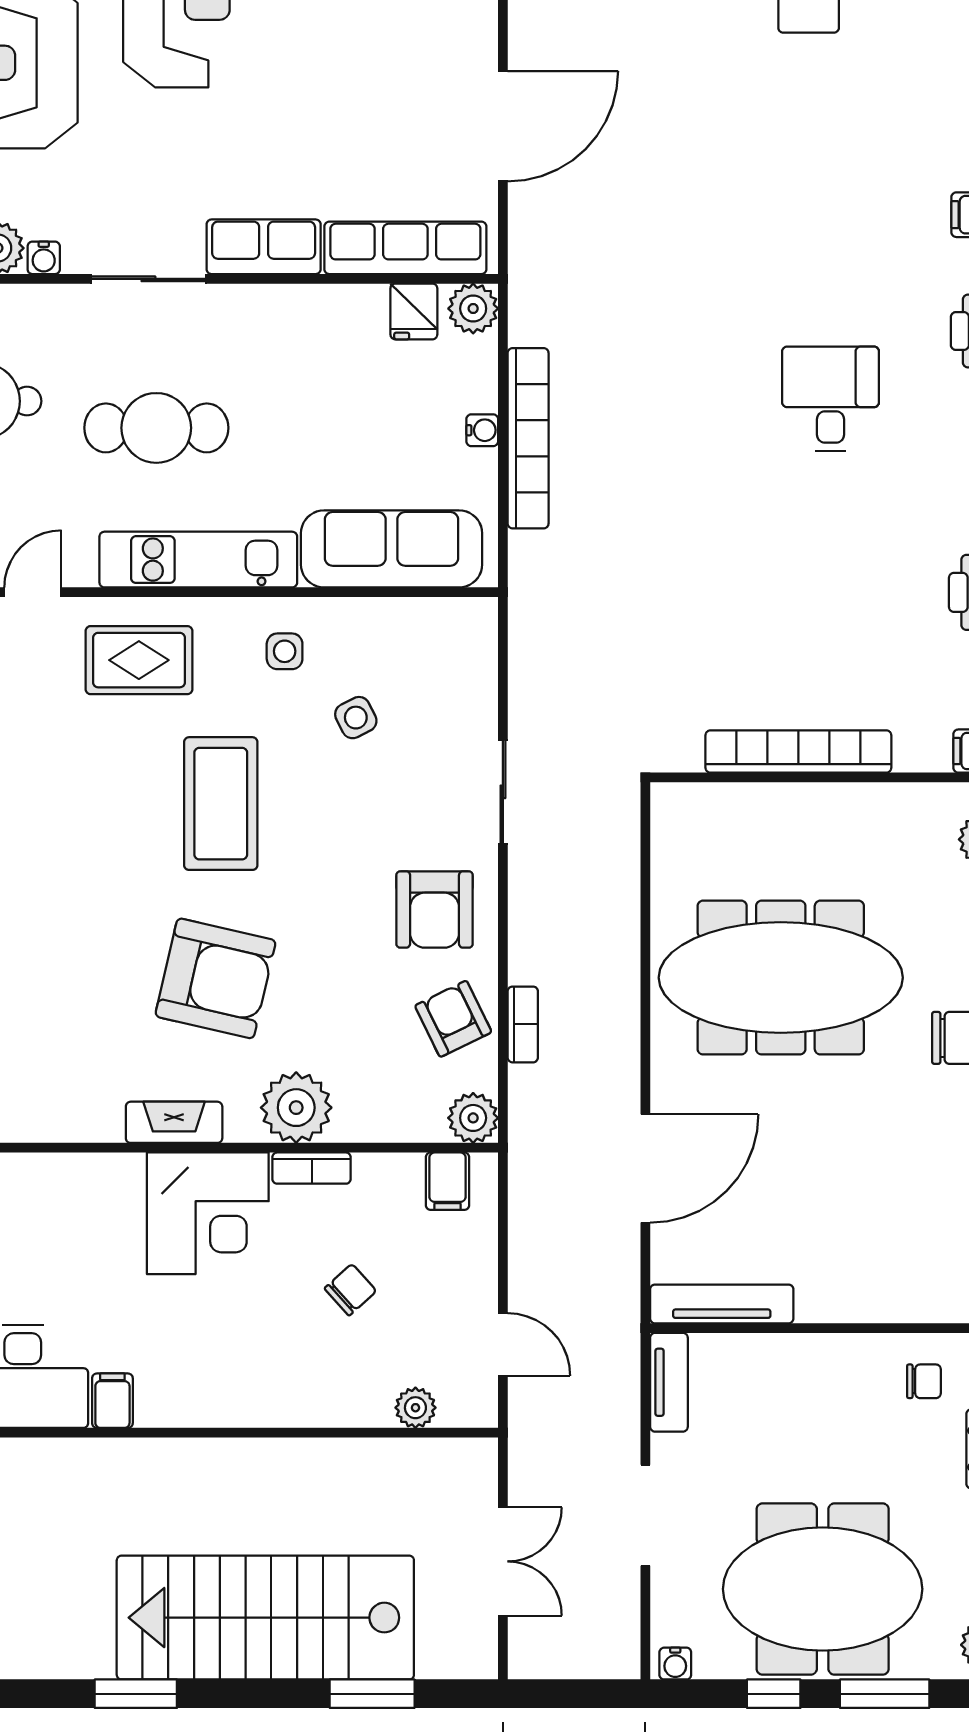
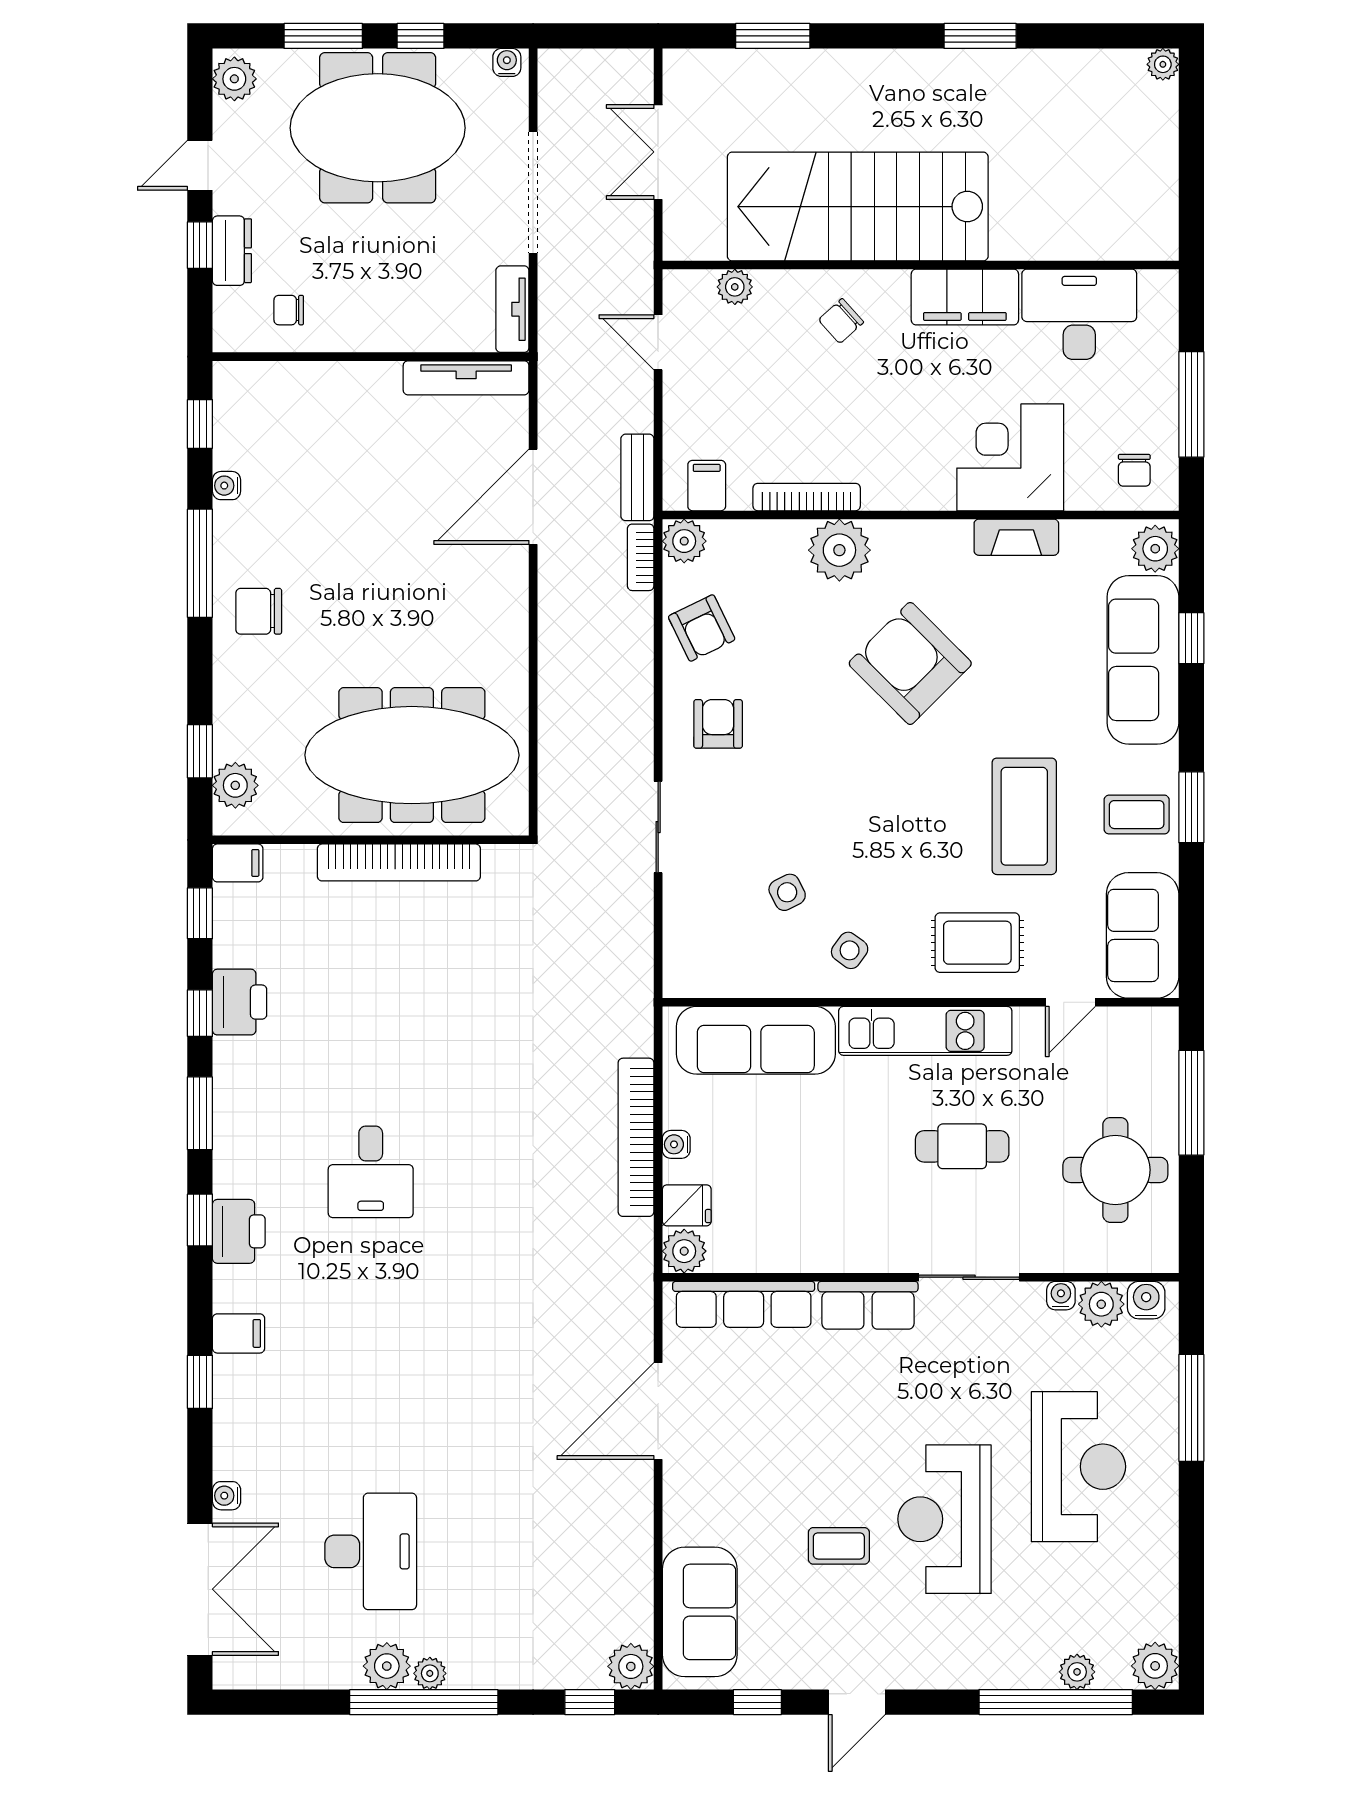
fridge: (414, 311) -> (687, 1205), moved, turned 90
cafe table: (156, 428) -> (962, 1146), width x0.73, depth x0.74
side table: (285, 651) -> (850, 950), turned 36
coffee table: (221, 804) -> (1024, 816), moved
armchair: (435, 909) -> (718, 724), width x0.72, depth x0.72
armchair: (216, 978) -> (910, 663), turned 32
meeting table: (781, 978) -> (412, 755), moved
bookcase: (523, 1024) -> (641, 557), moved
fireplace: (174, 1122) -> (1016, 537), moved
bookcase: (312, 1168) -> (807, 497), width x1.56
bench: (526, 1190) -> (637, 477), added
corner desk: (208, 1213) -> (1010, 457), moved
chair: (350, 1290) -> (841, 321), moved
filing cabinet: (112, 1401) -> (965, 297), width x3.00, depth x1.17
doorway: (645, 1515) -> (533, 193), width x1.36
stairs: (265, 1618) -> (858, 207), moved, turned 180

